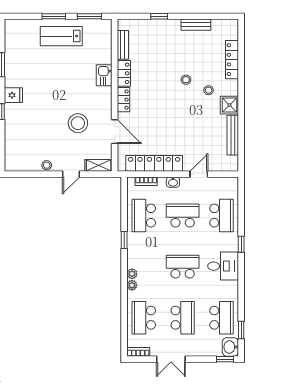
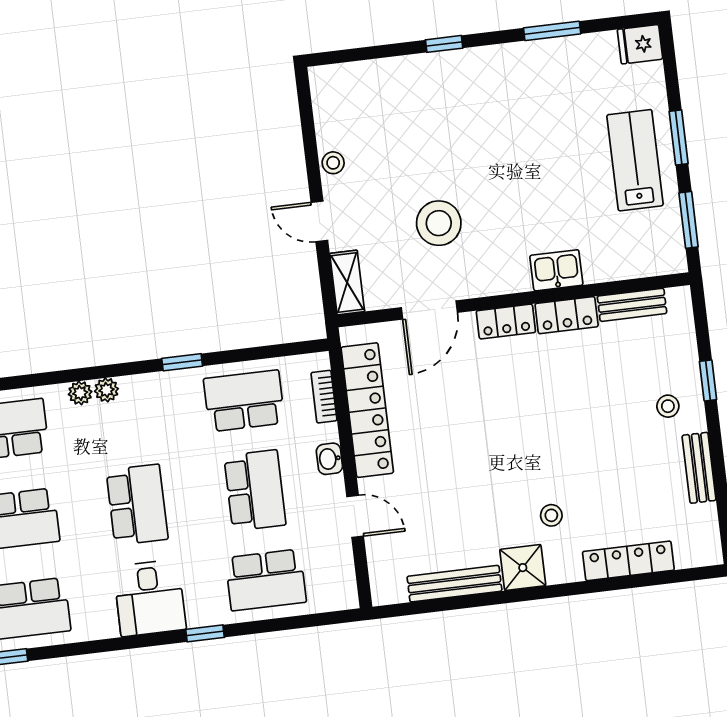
stool: (186, 80) -> (668, 406), moved
fridge: (13, 95) -> (640, 44), moved, turned 90

